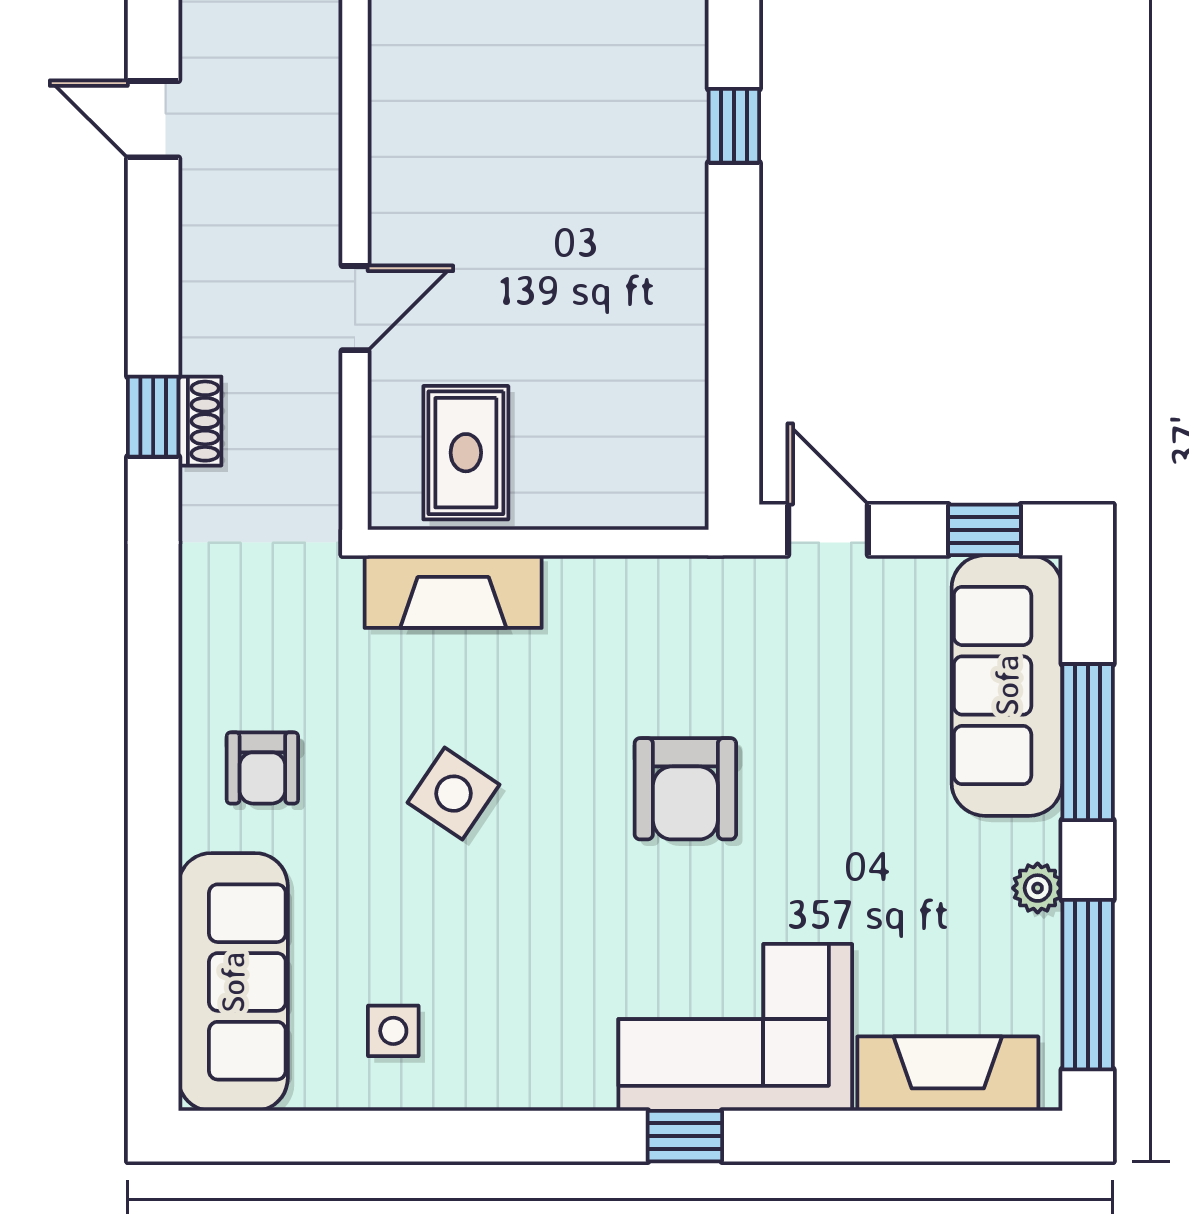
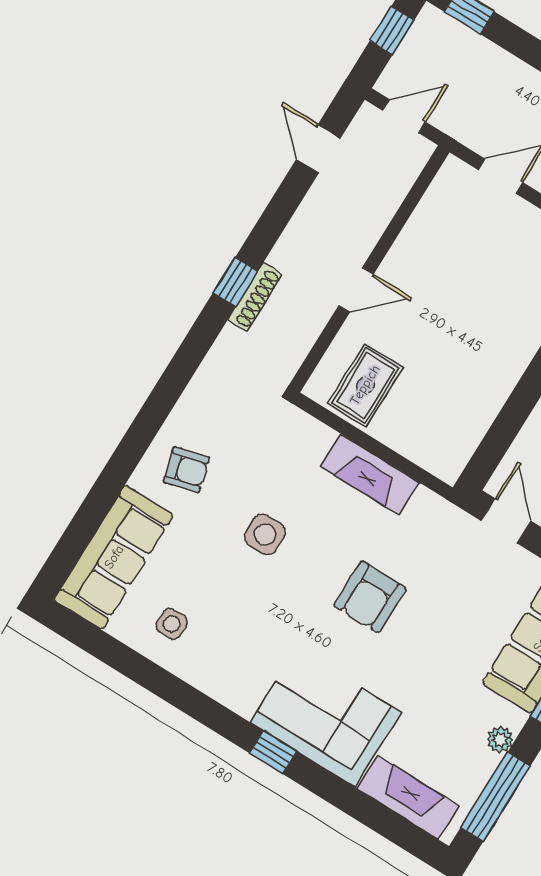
shoe rack: (200, 421) -> (255, 297), width x1.43
fireplace: (453, 592) -> (370, 474), moved
armchair: (262, 768) -> (186, 470), turned -105
side table: (454, 794) -> (265, 534), turned -34

